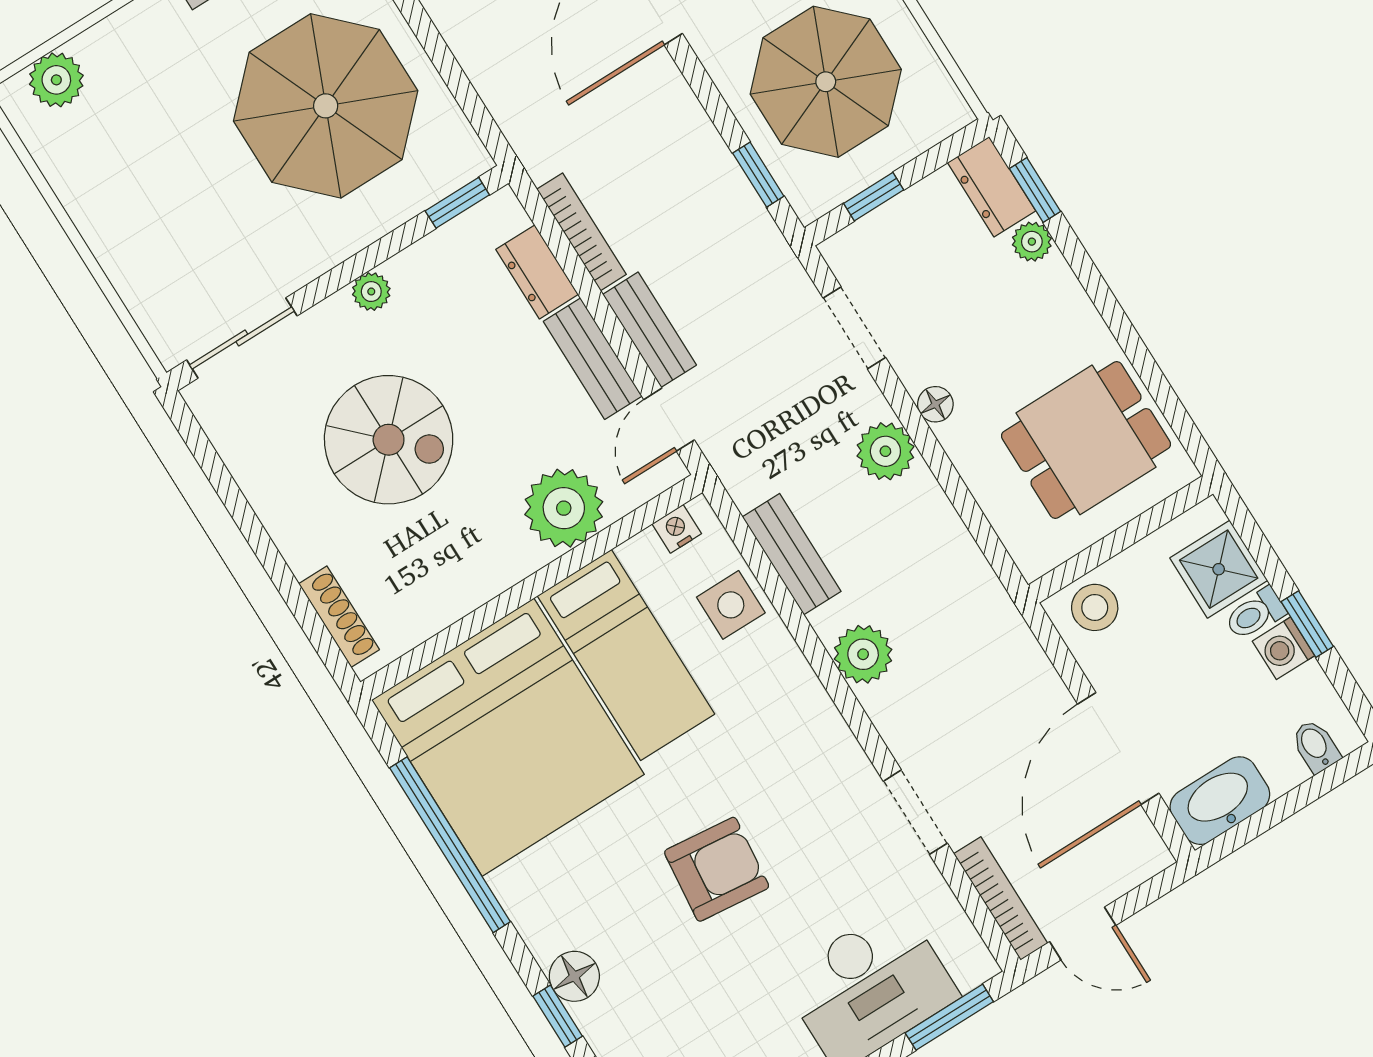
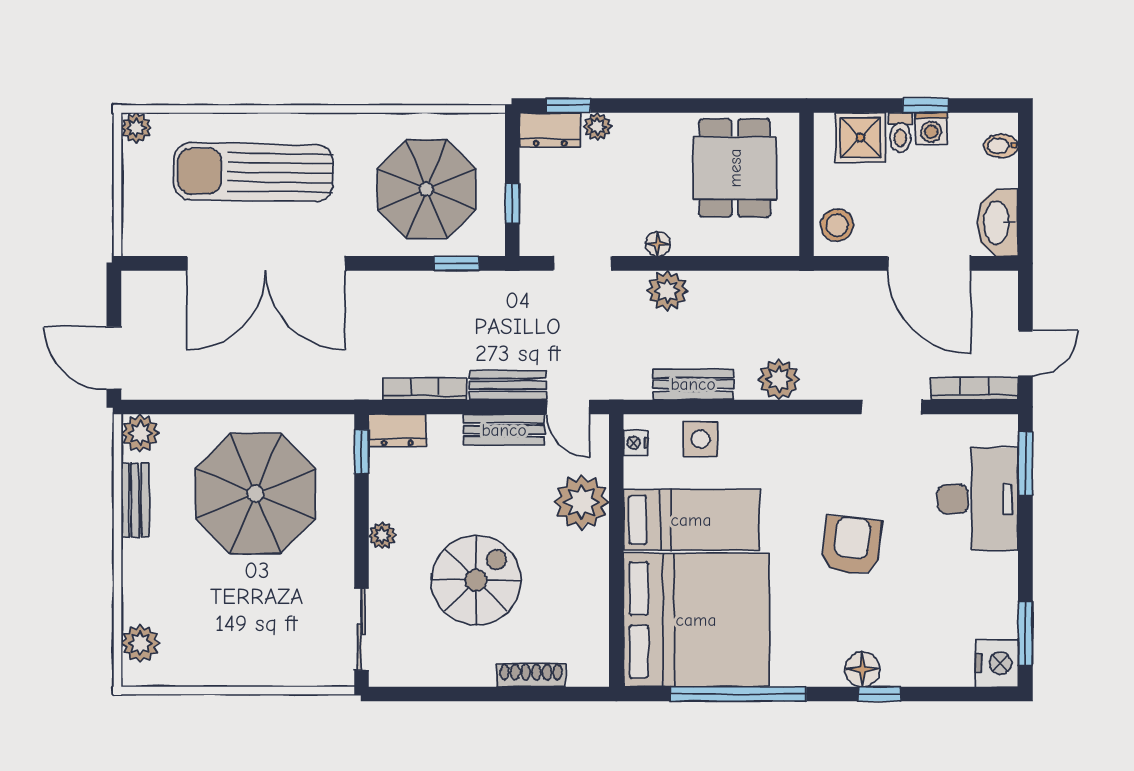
dresser: (537, 272) -> (397, 430), moved
shoe rack: (339, 617) -> (531, 675), moved

